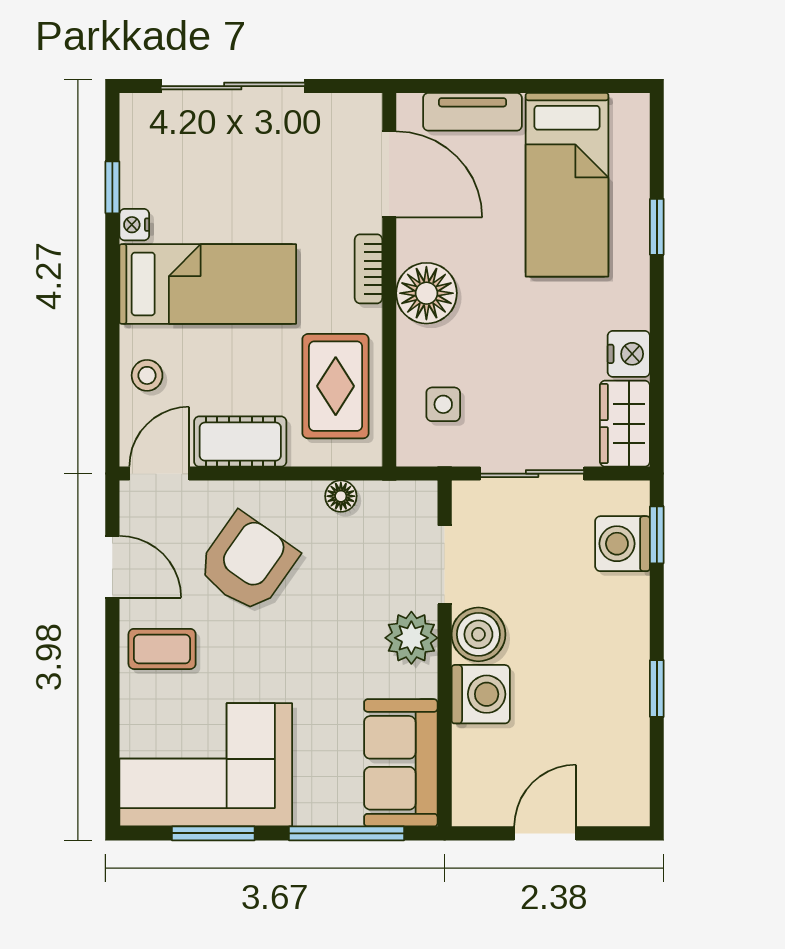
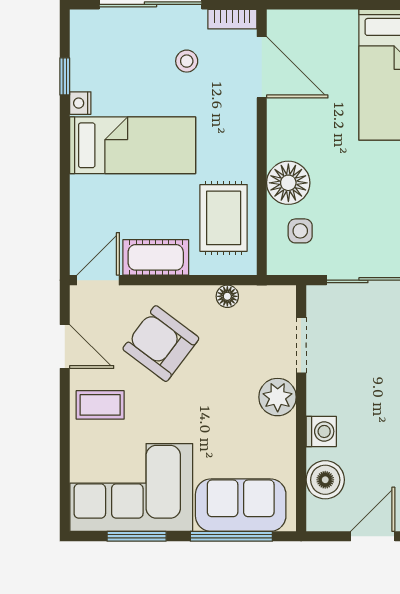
tv unit: (473, 112) -> (321, 23), removed
bookcase: (369, 269) -> (232, 19), moved, turned -90
floor lamp: (426, 293) -> (288, 183), moved
stool: (147, 375) -> (187, 61), moved
armchair: (247, 563) -> (161, 344), turned -88
boiler: (478, 634) -> (325, 480), moved
washing machine: (481, 694) -> (321, 431), width x0.73, depth x0.73
sofa: (401, 763) -> (241, 505), moved, turned 90

